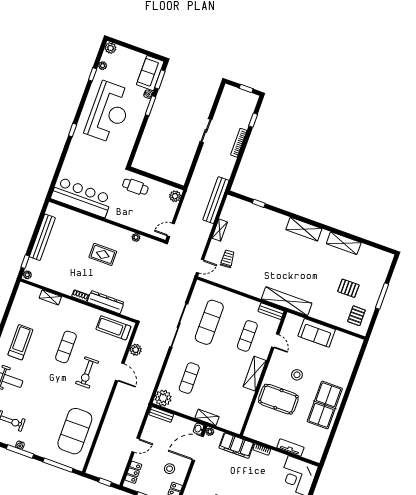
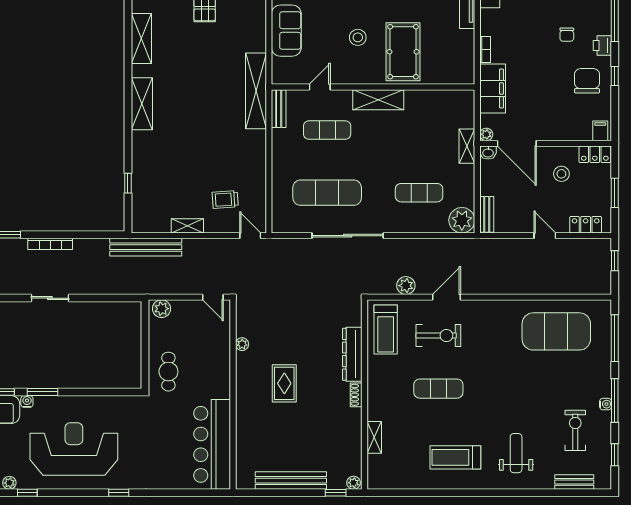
exercise bike: (87, 372) -> (438, 335), moved

